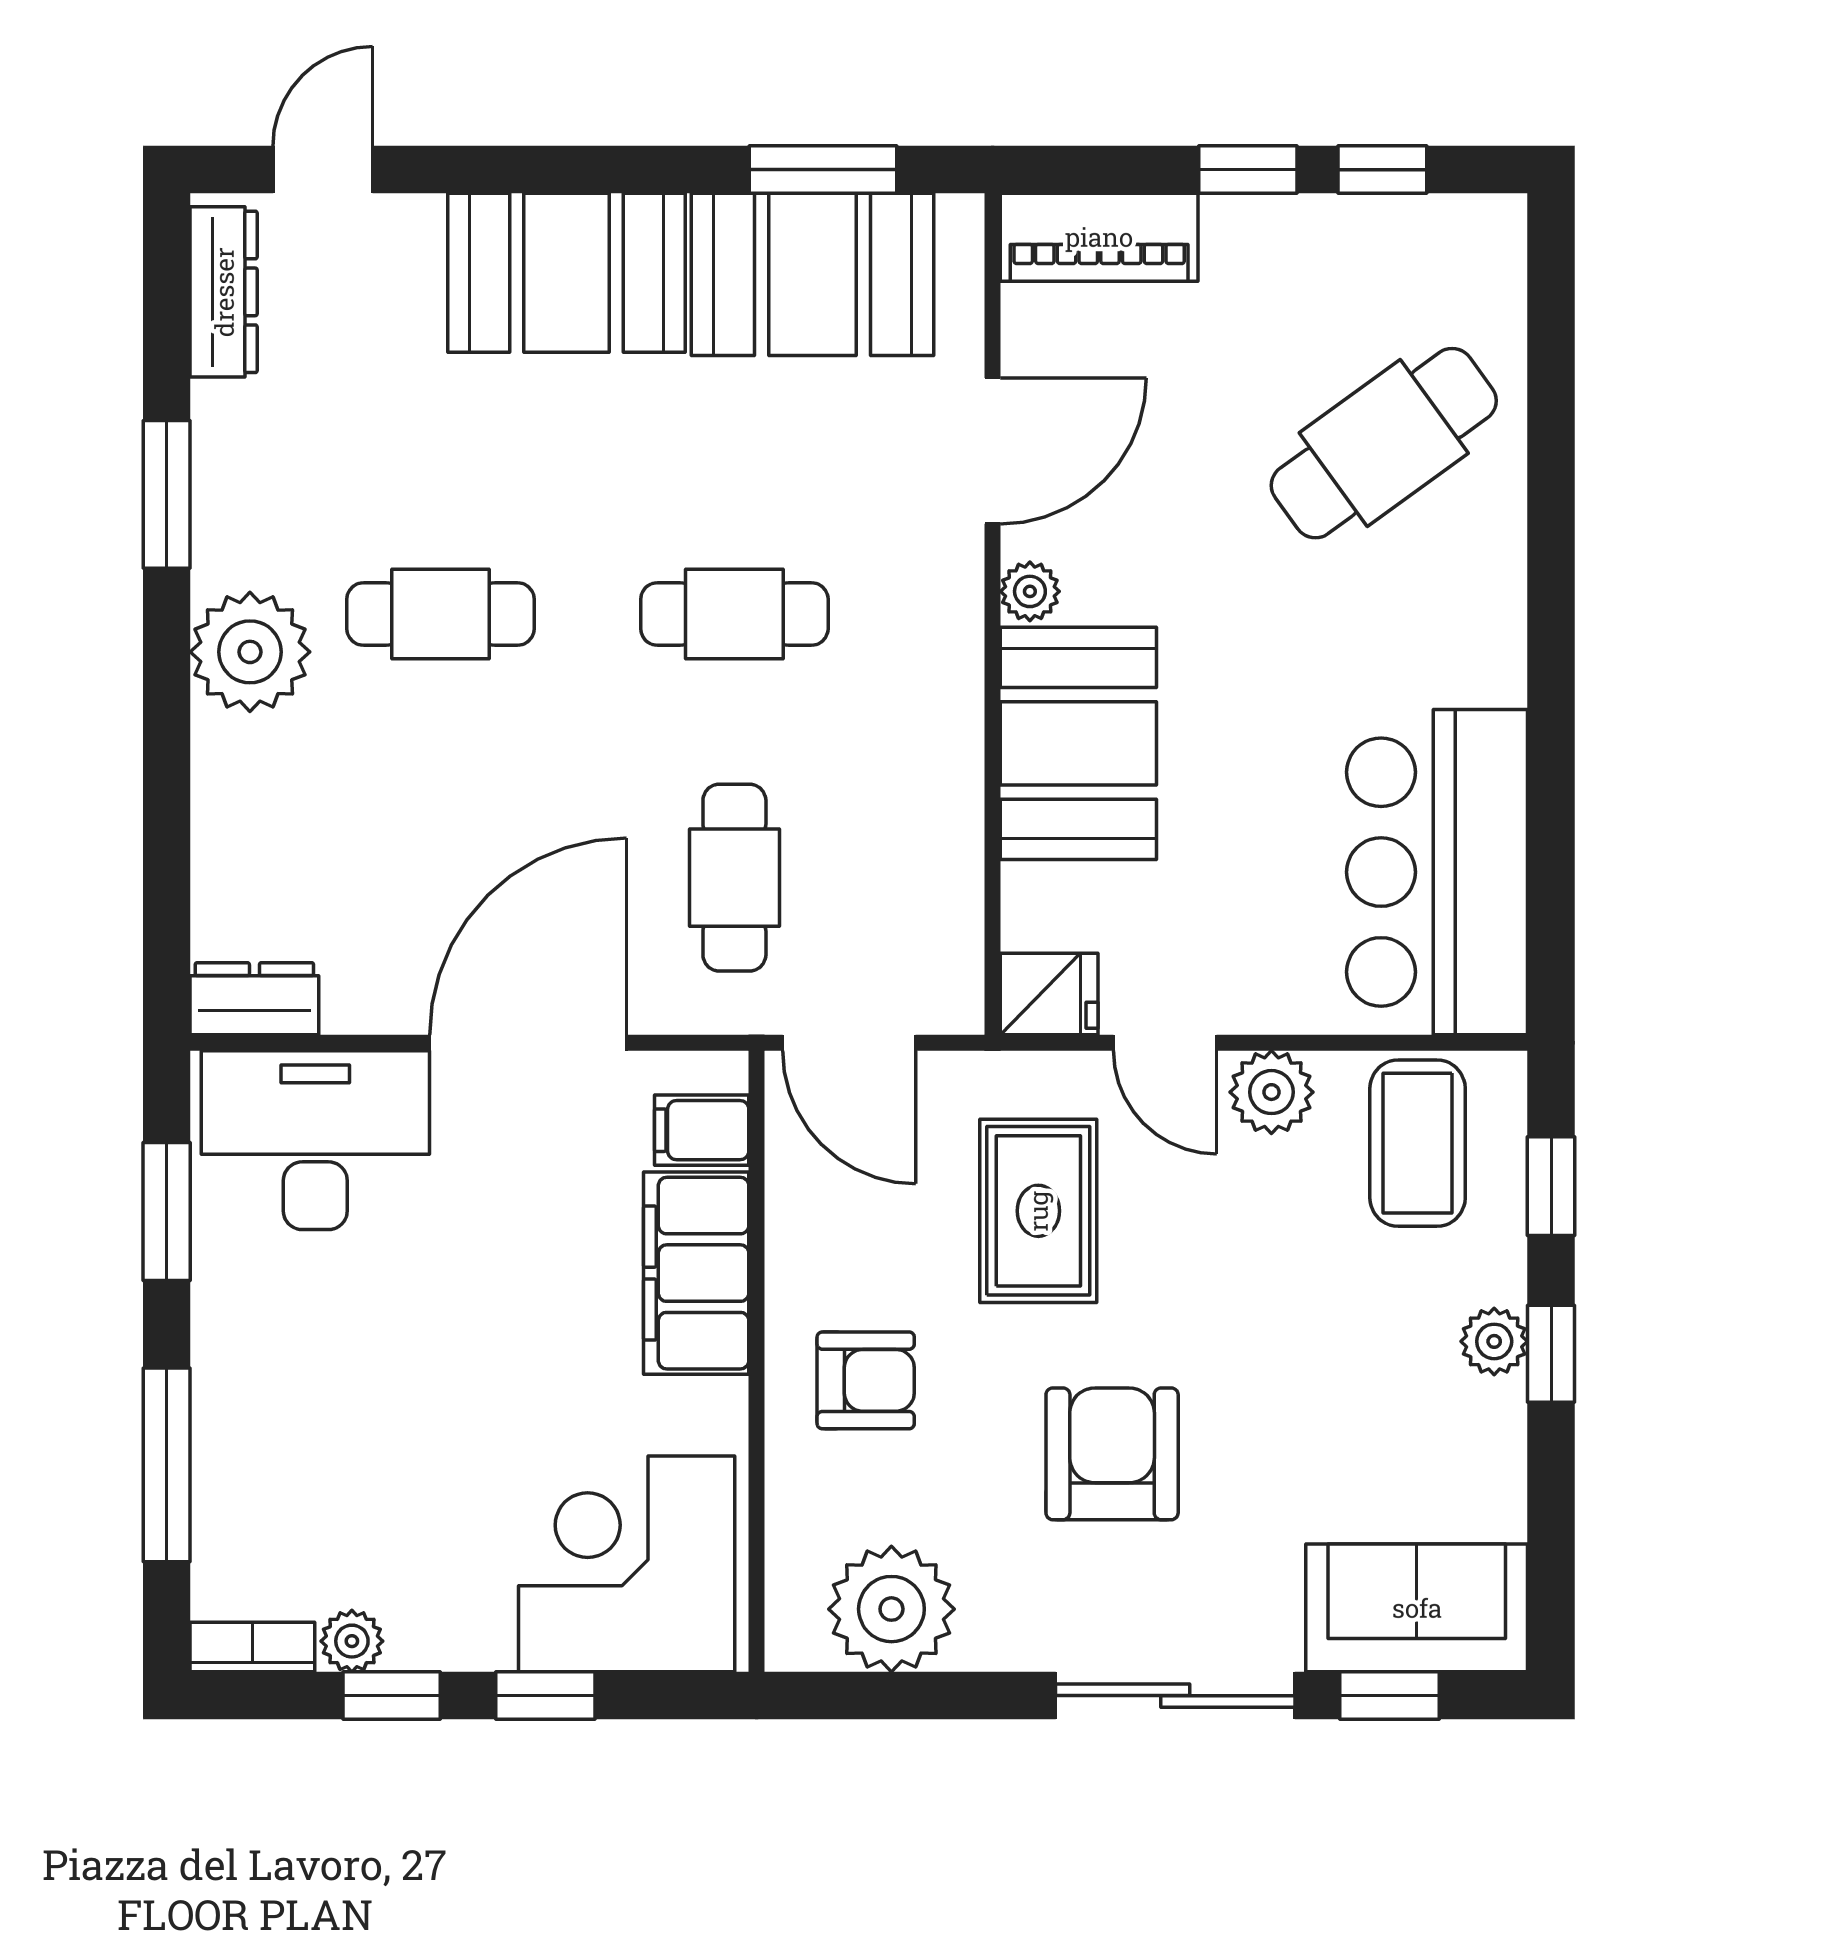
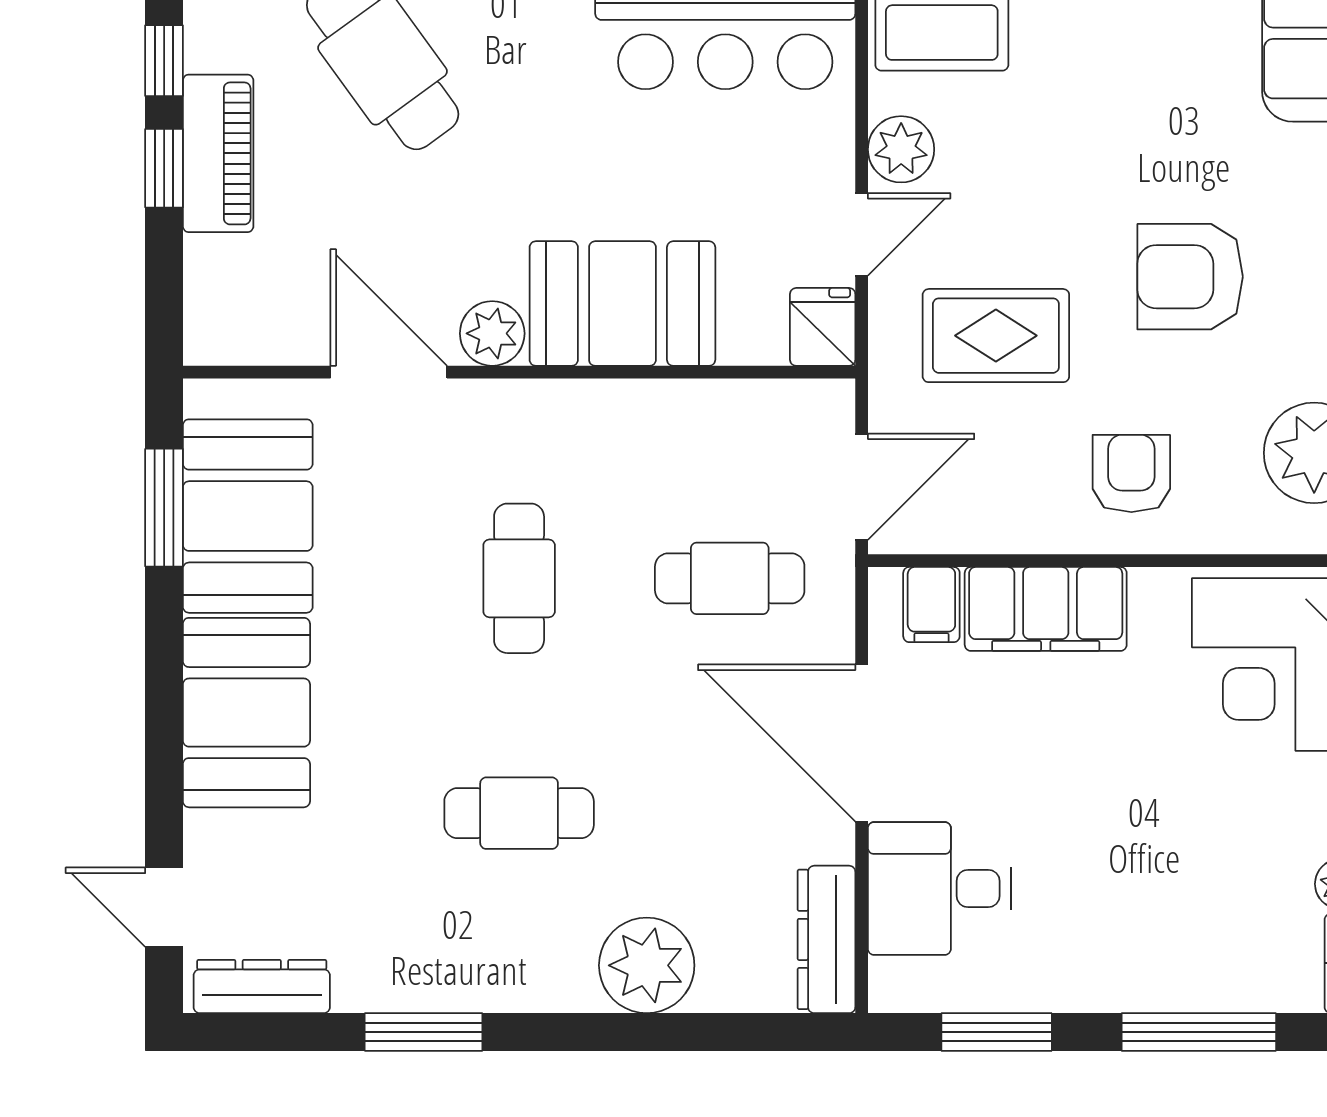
piano: (1099, 237) -> (218, 153), moved
plant: (1030, 591) -> (492, 333), width x1.38, depth x1.38
cafe table: (441, 614) -> (519, 813), turned 90
plant: (250, 652) -> (647, 965), moved
dresser: (254, 999) -> (826, 939), width x1.44
desk: (315, 1140) -> (939, 888), width x0.73

